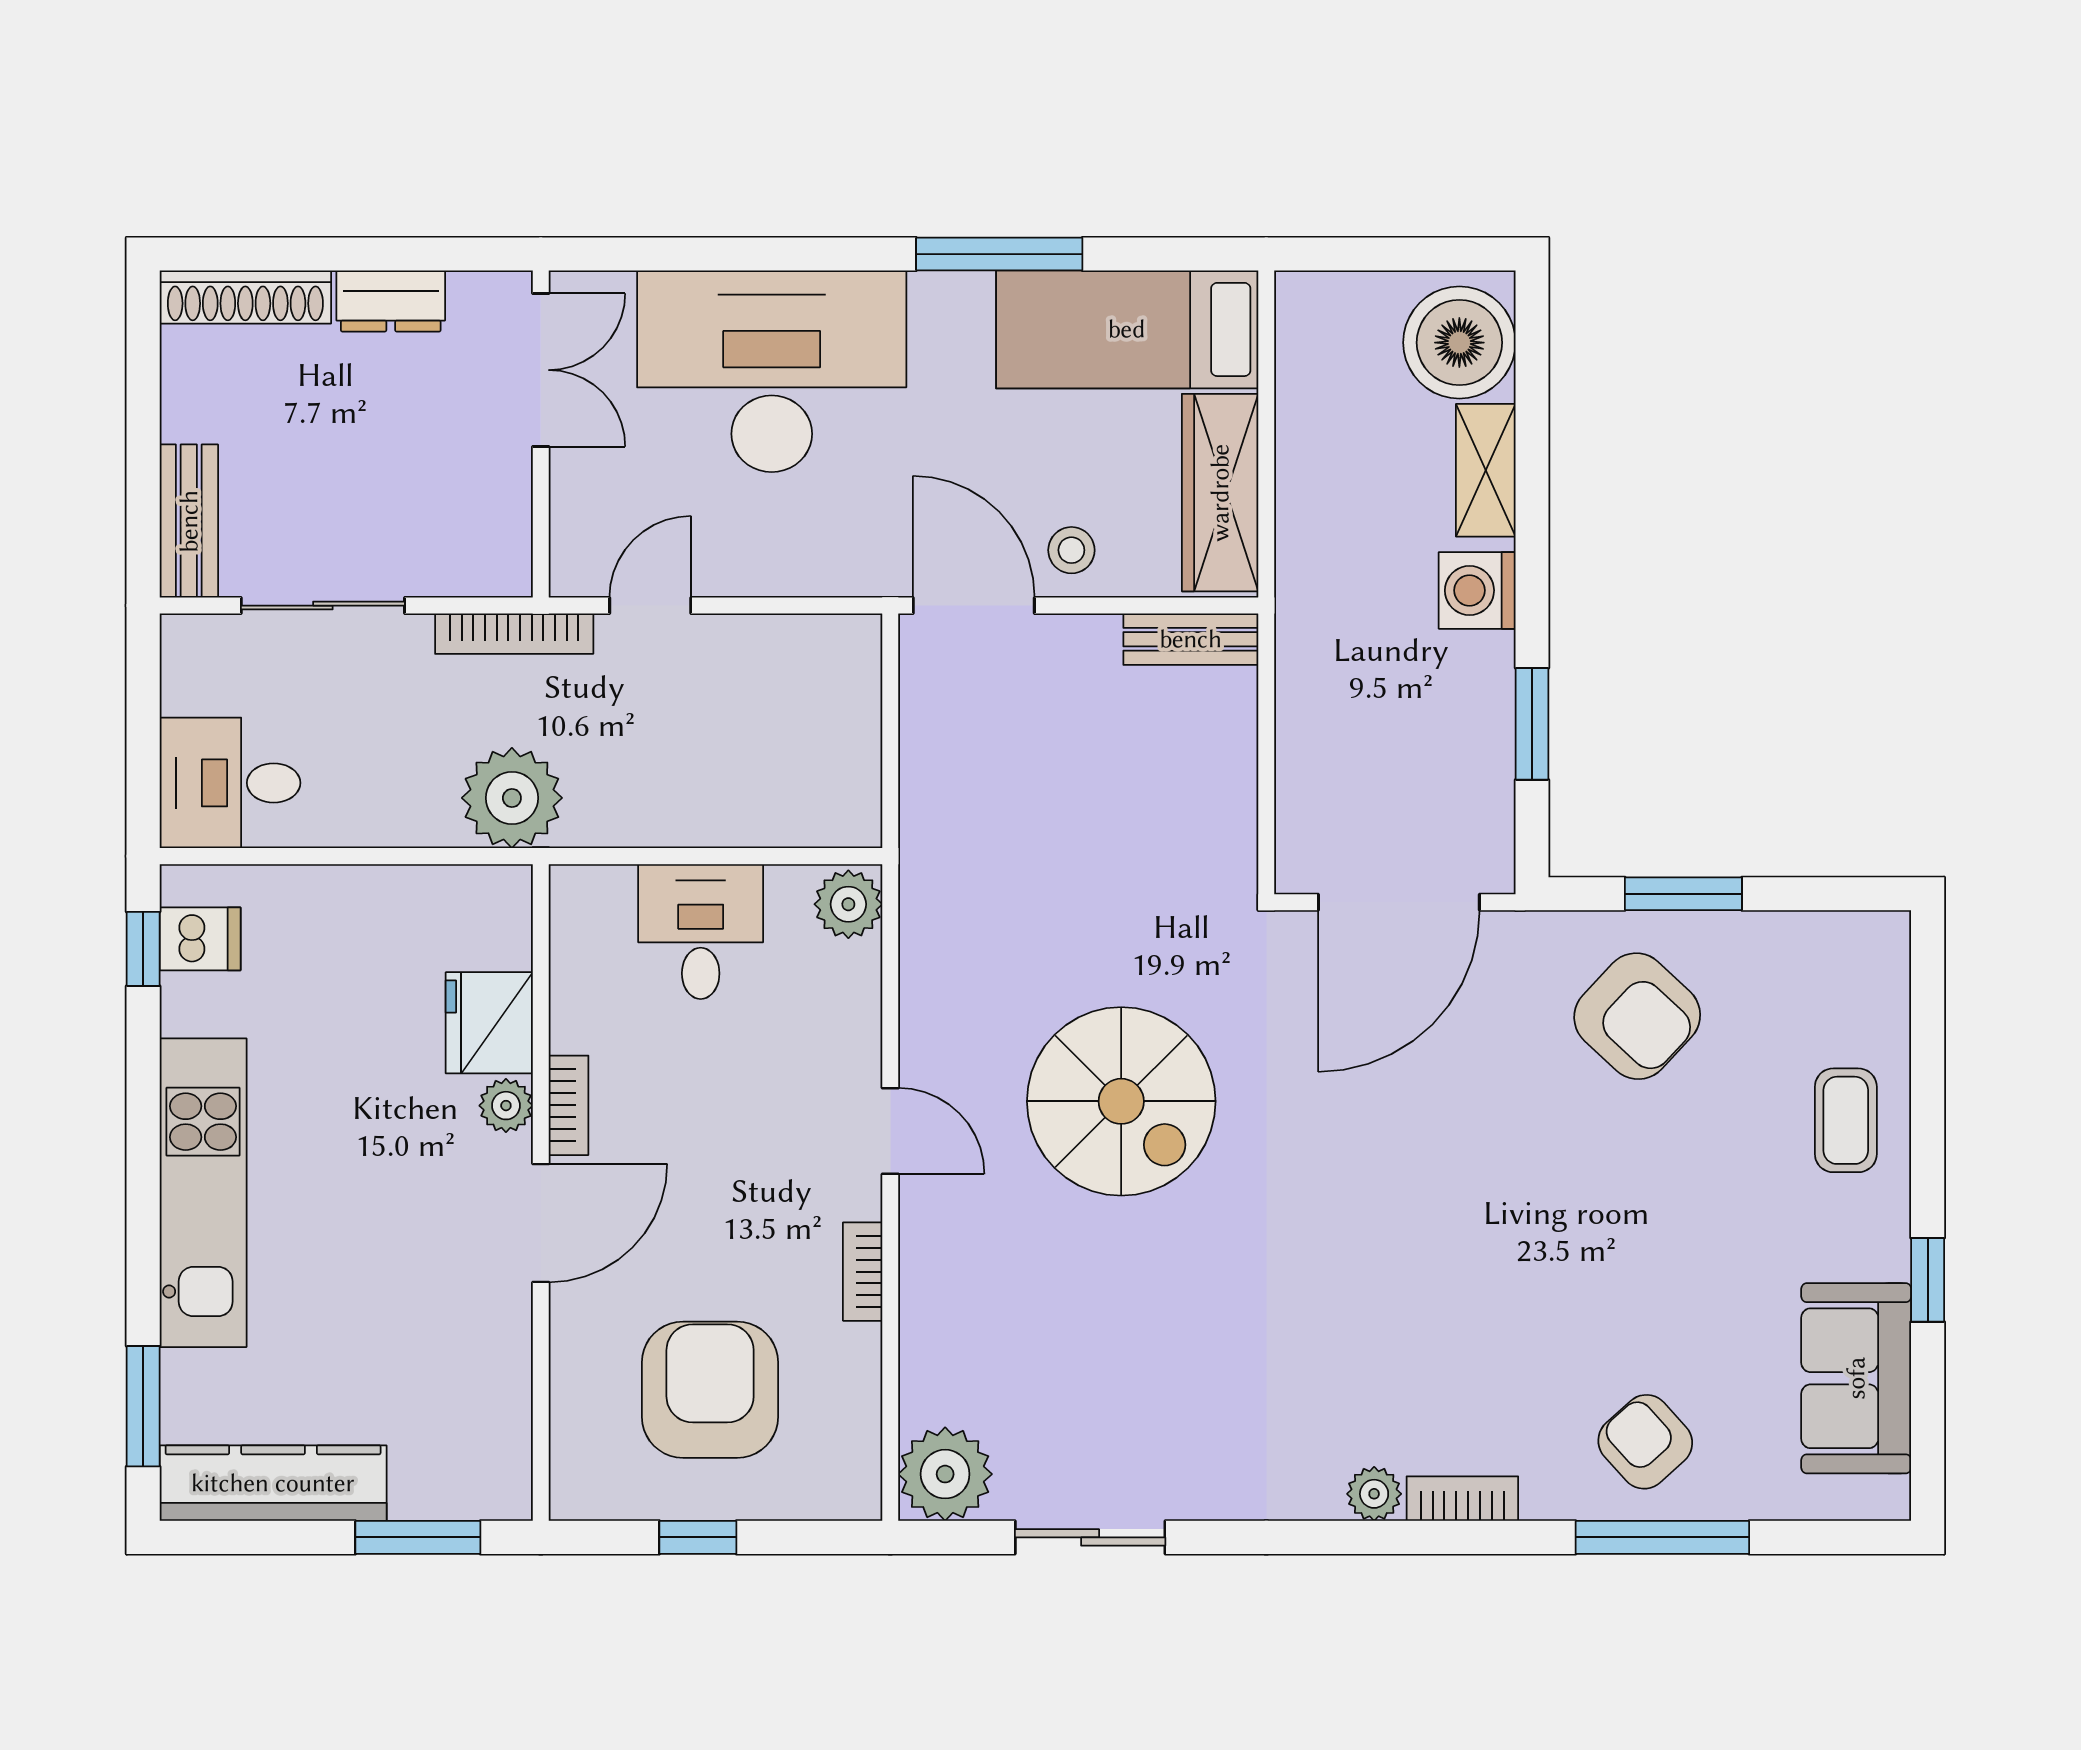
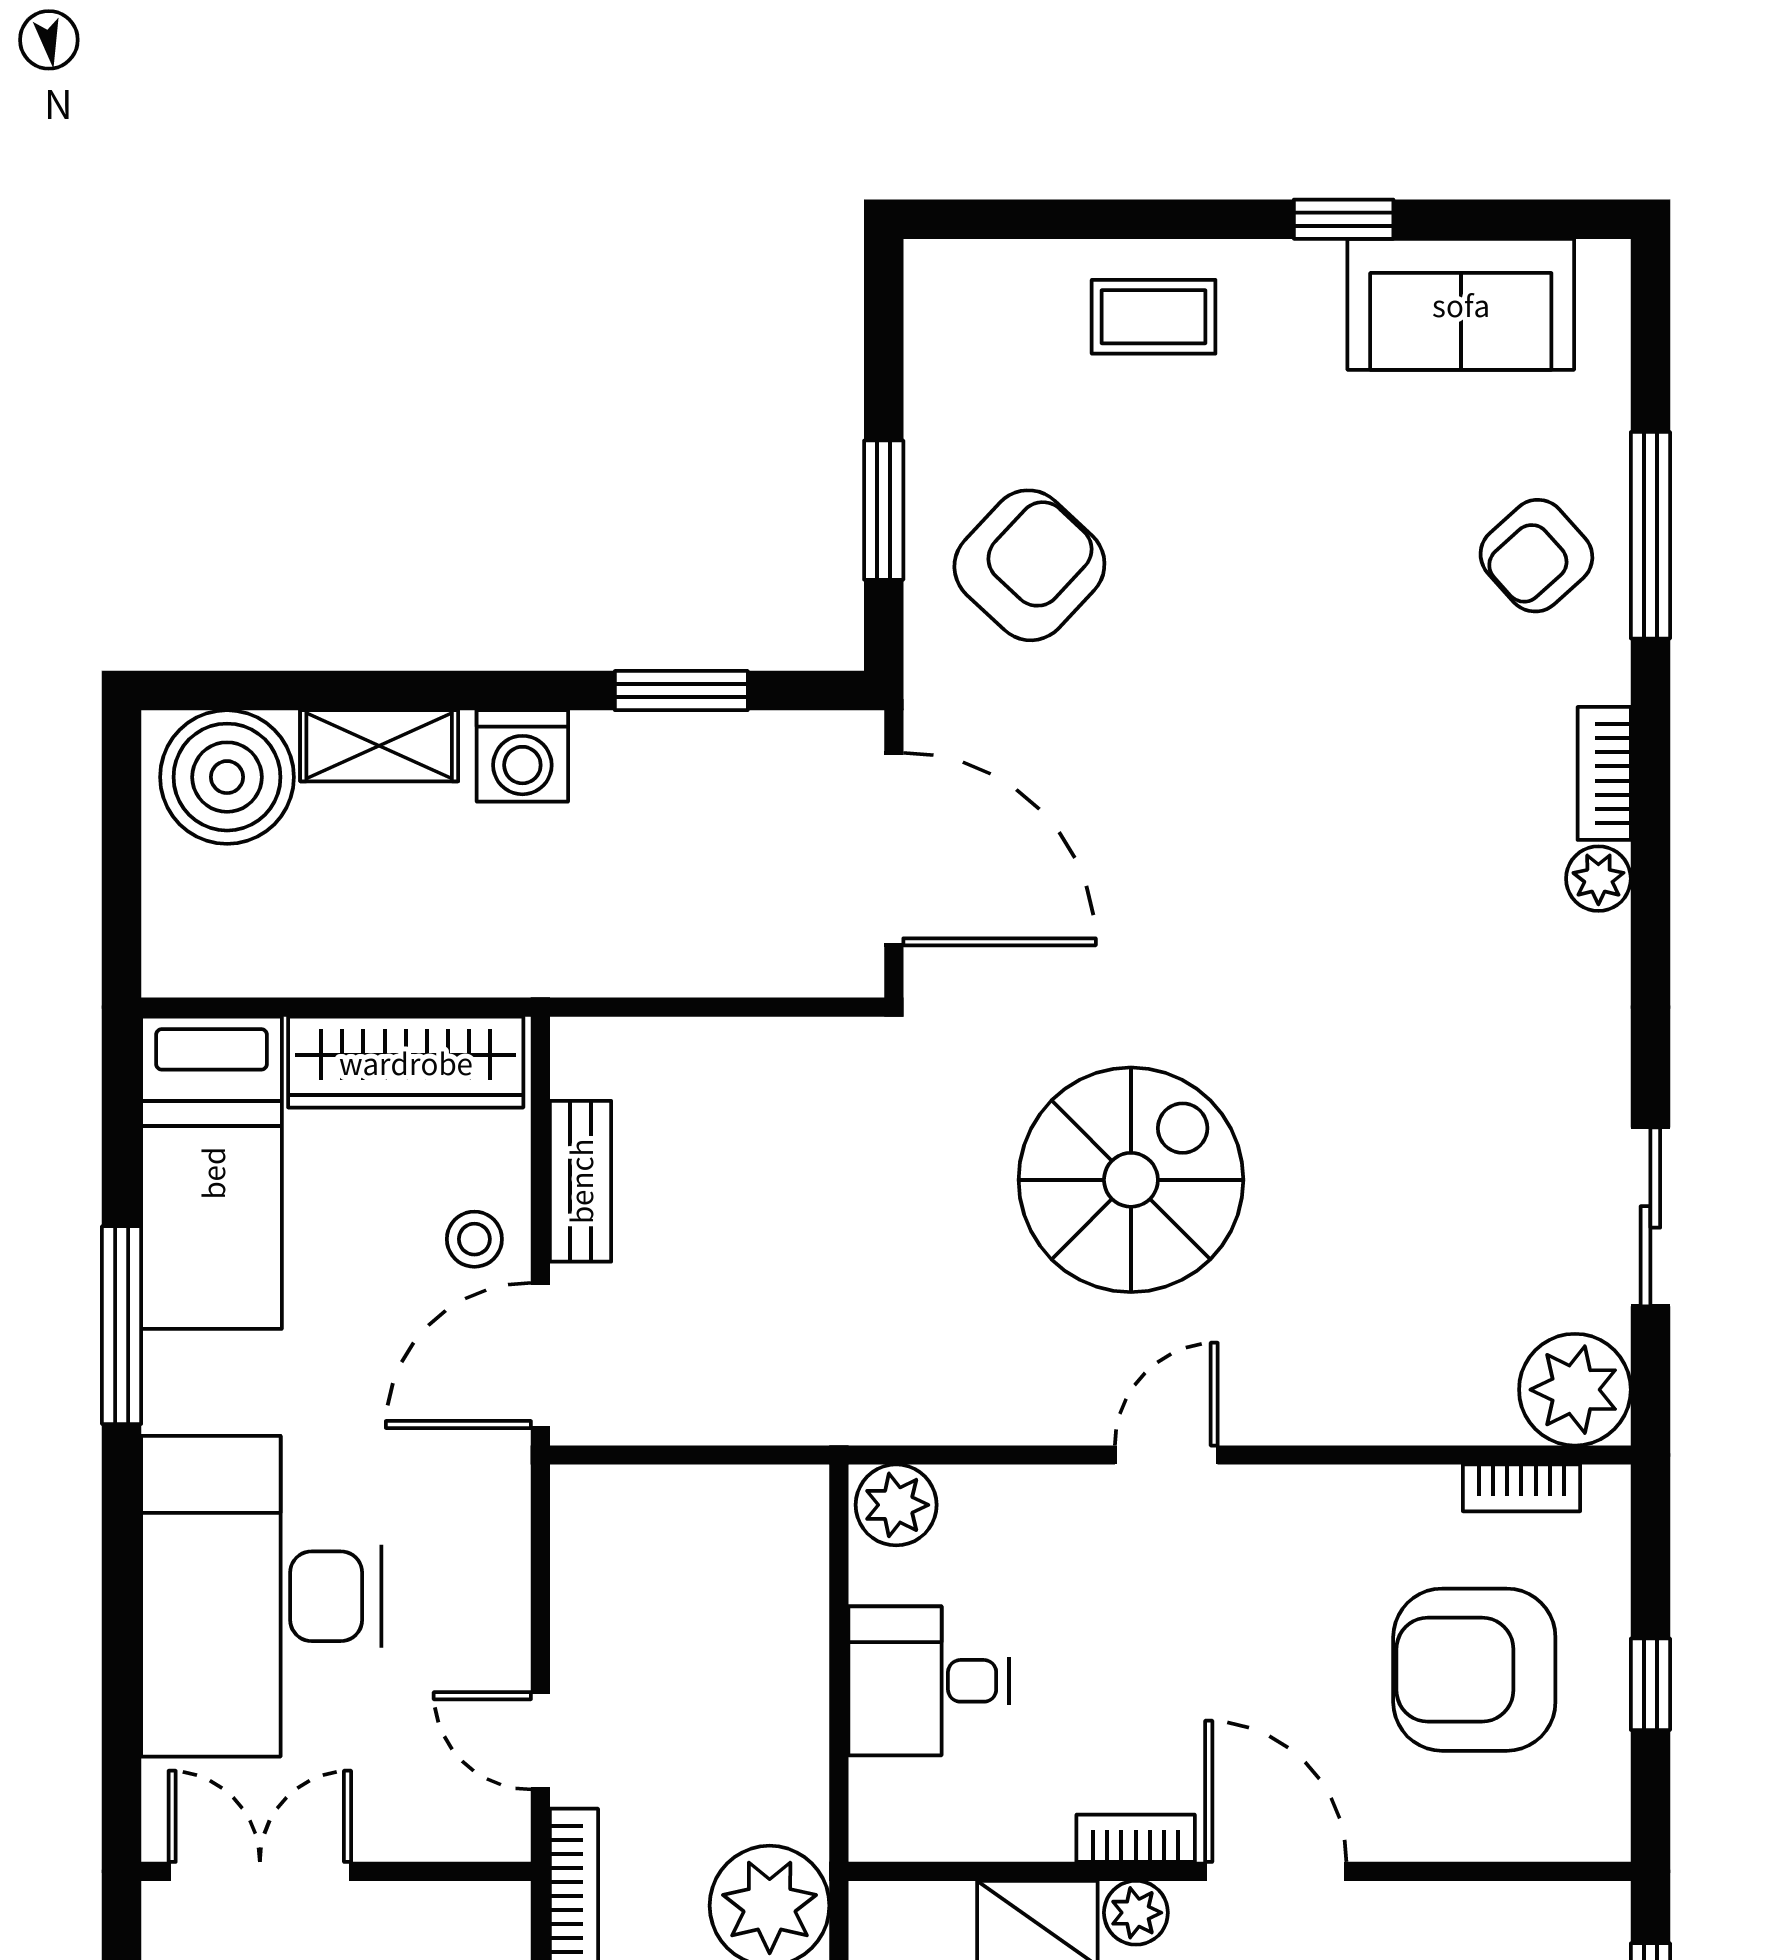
bench: (1191, 639) -> (580, 1181), moved
bookcase: (863, 1272) -> (1521, 1488), moved

